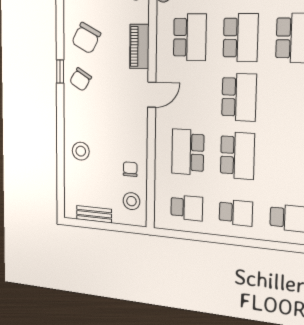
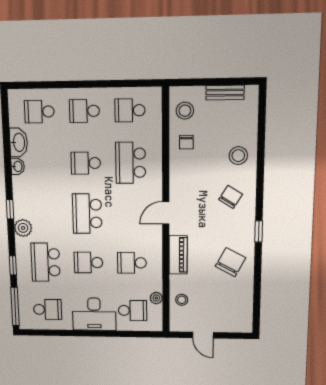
school desk: (190, 37) -> (132, 263), width x0.54
school desk: (241, 38) -> (88, 263), width x0.54
chair: (81, 79) -> (231, 197), moved
school desk: (188, 152) -> (131, 163), turned 180
school desk: (237, 156) -> (86, 163), width x0.54

